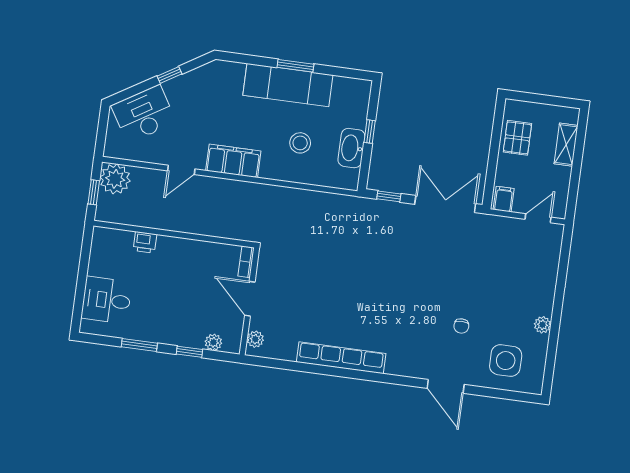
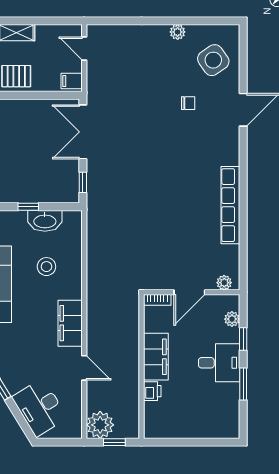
filing cabinet: (183, 252) -> (156, 357), added
desk: (107, 300) -> (219, 363), moved, turned -90
side table: (506, 361) -> (213, 60), turned -35

